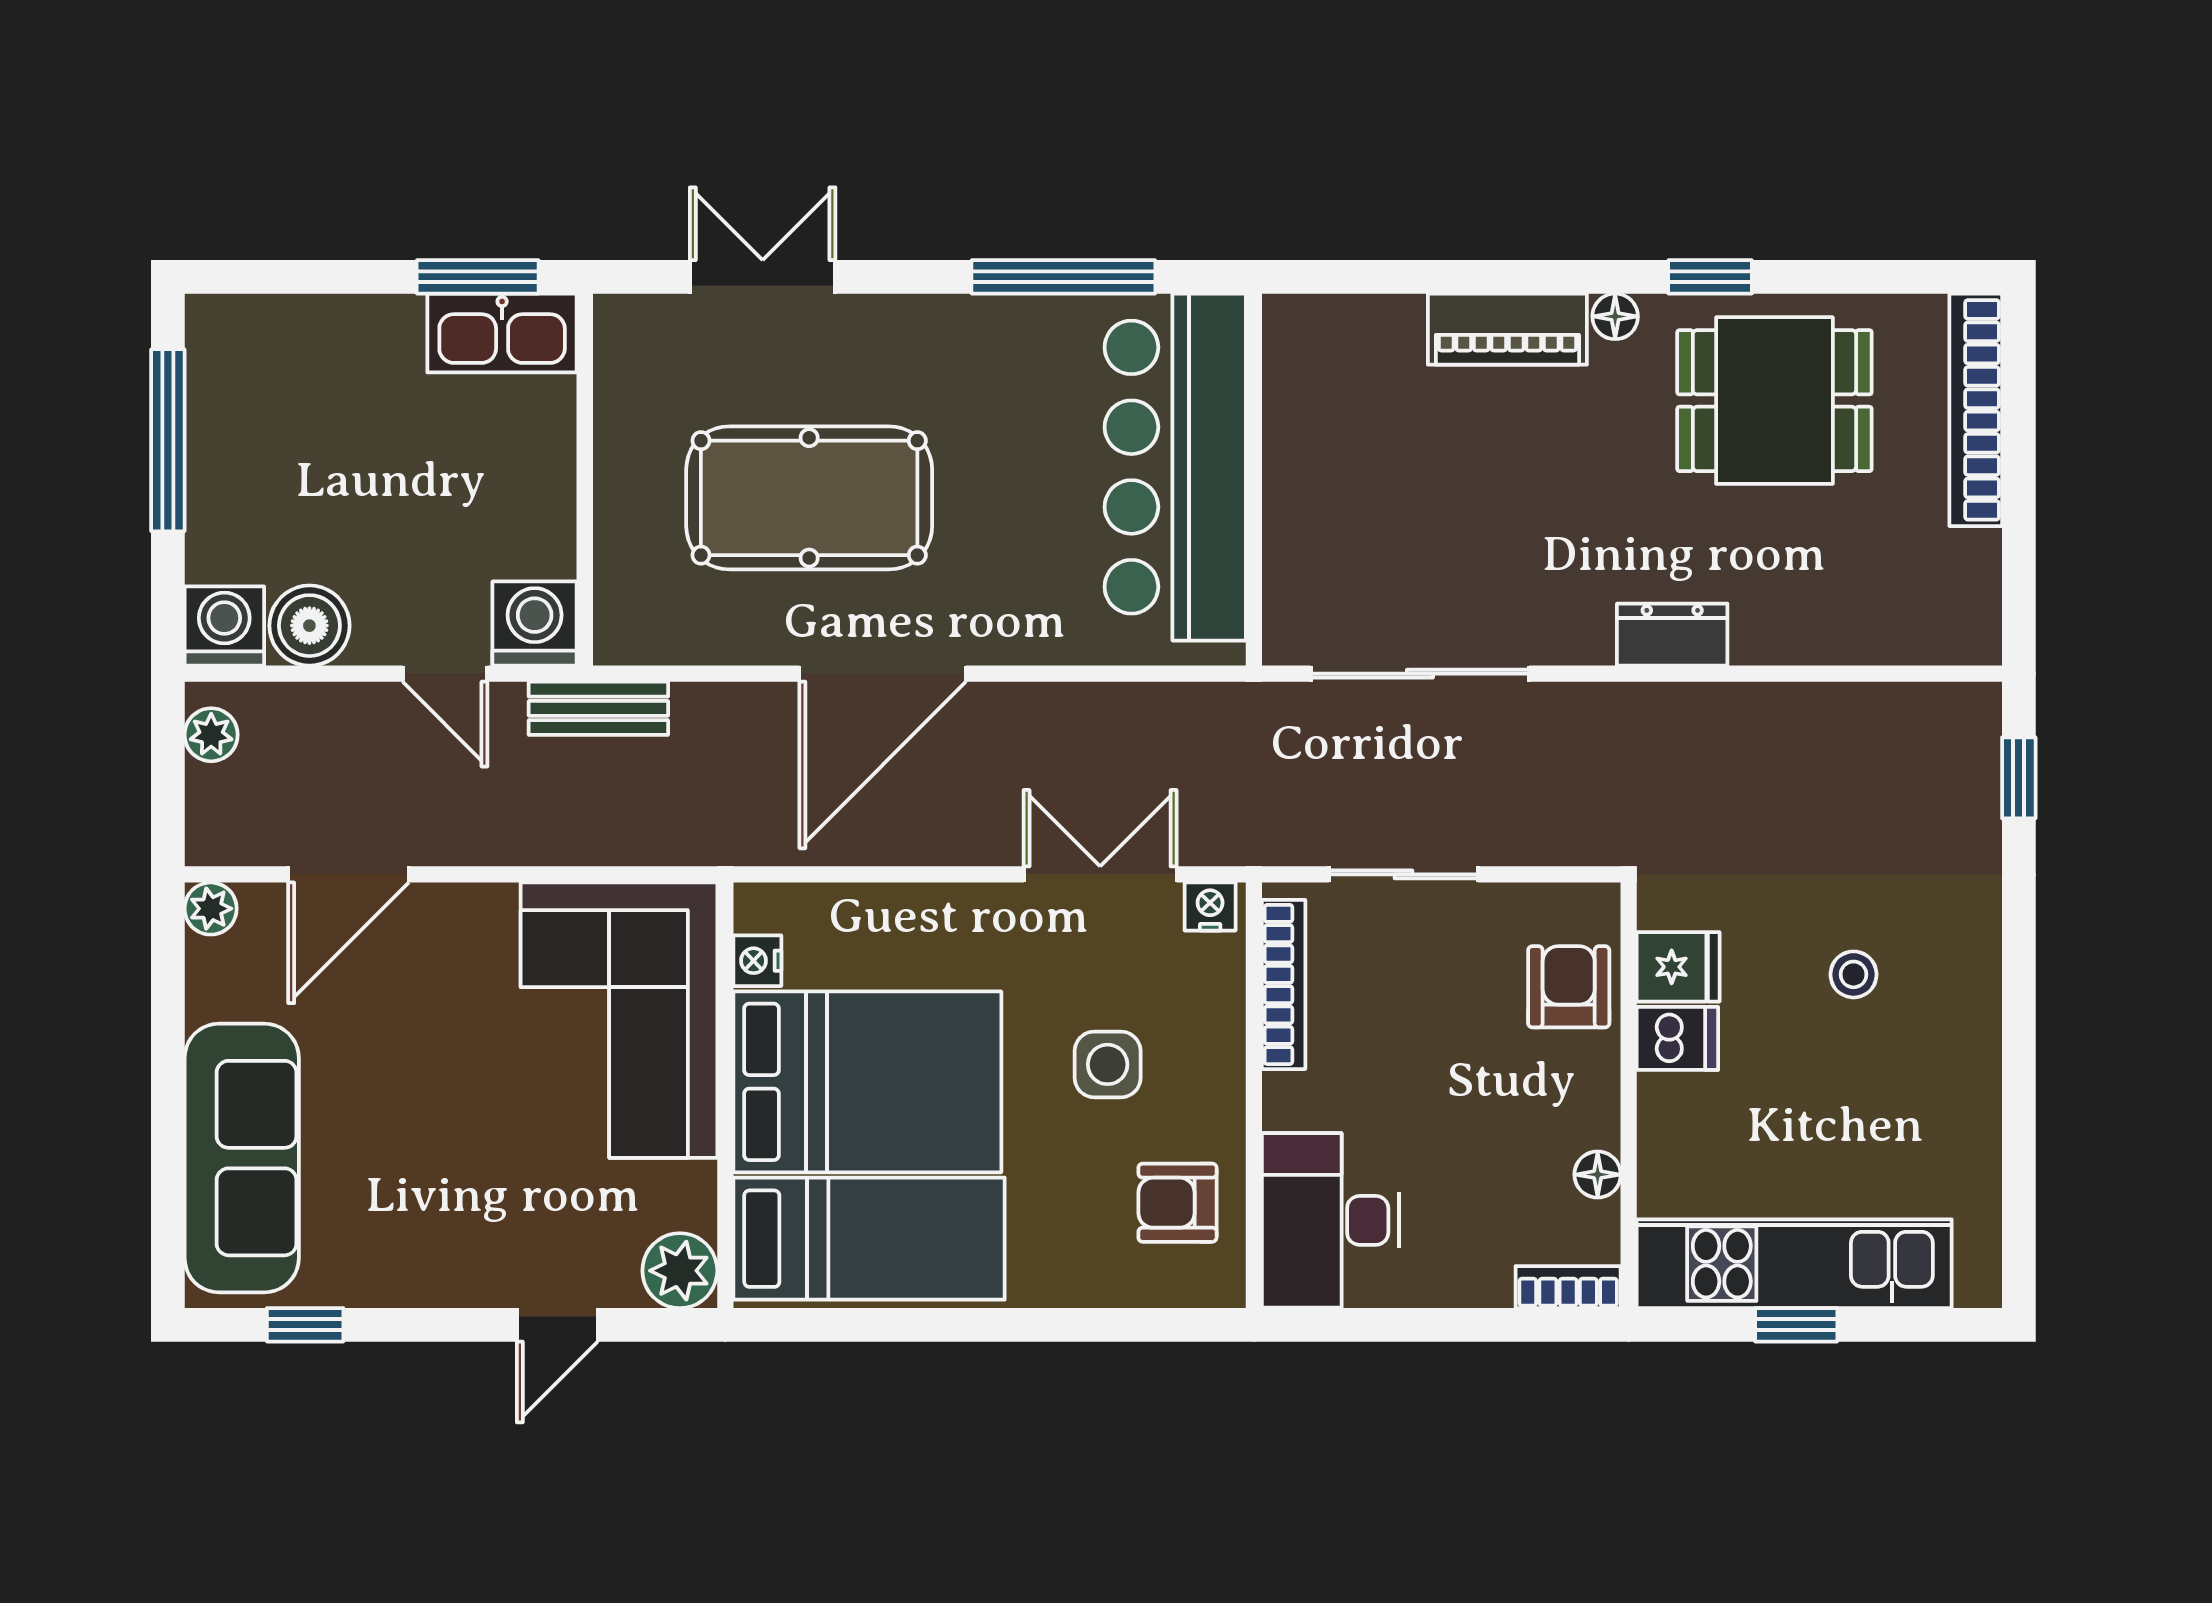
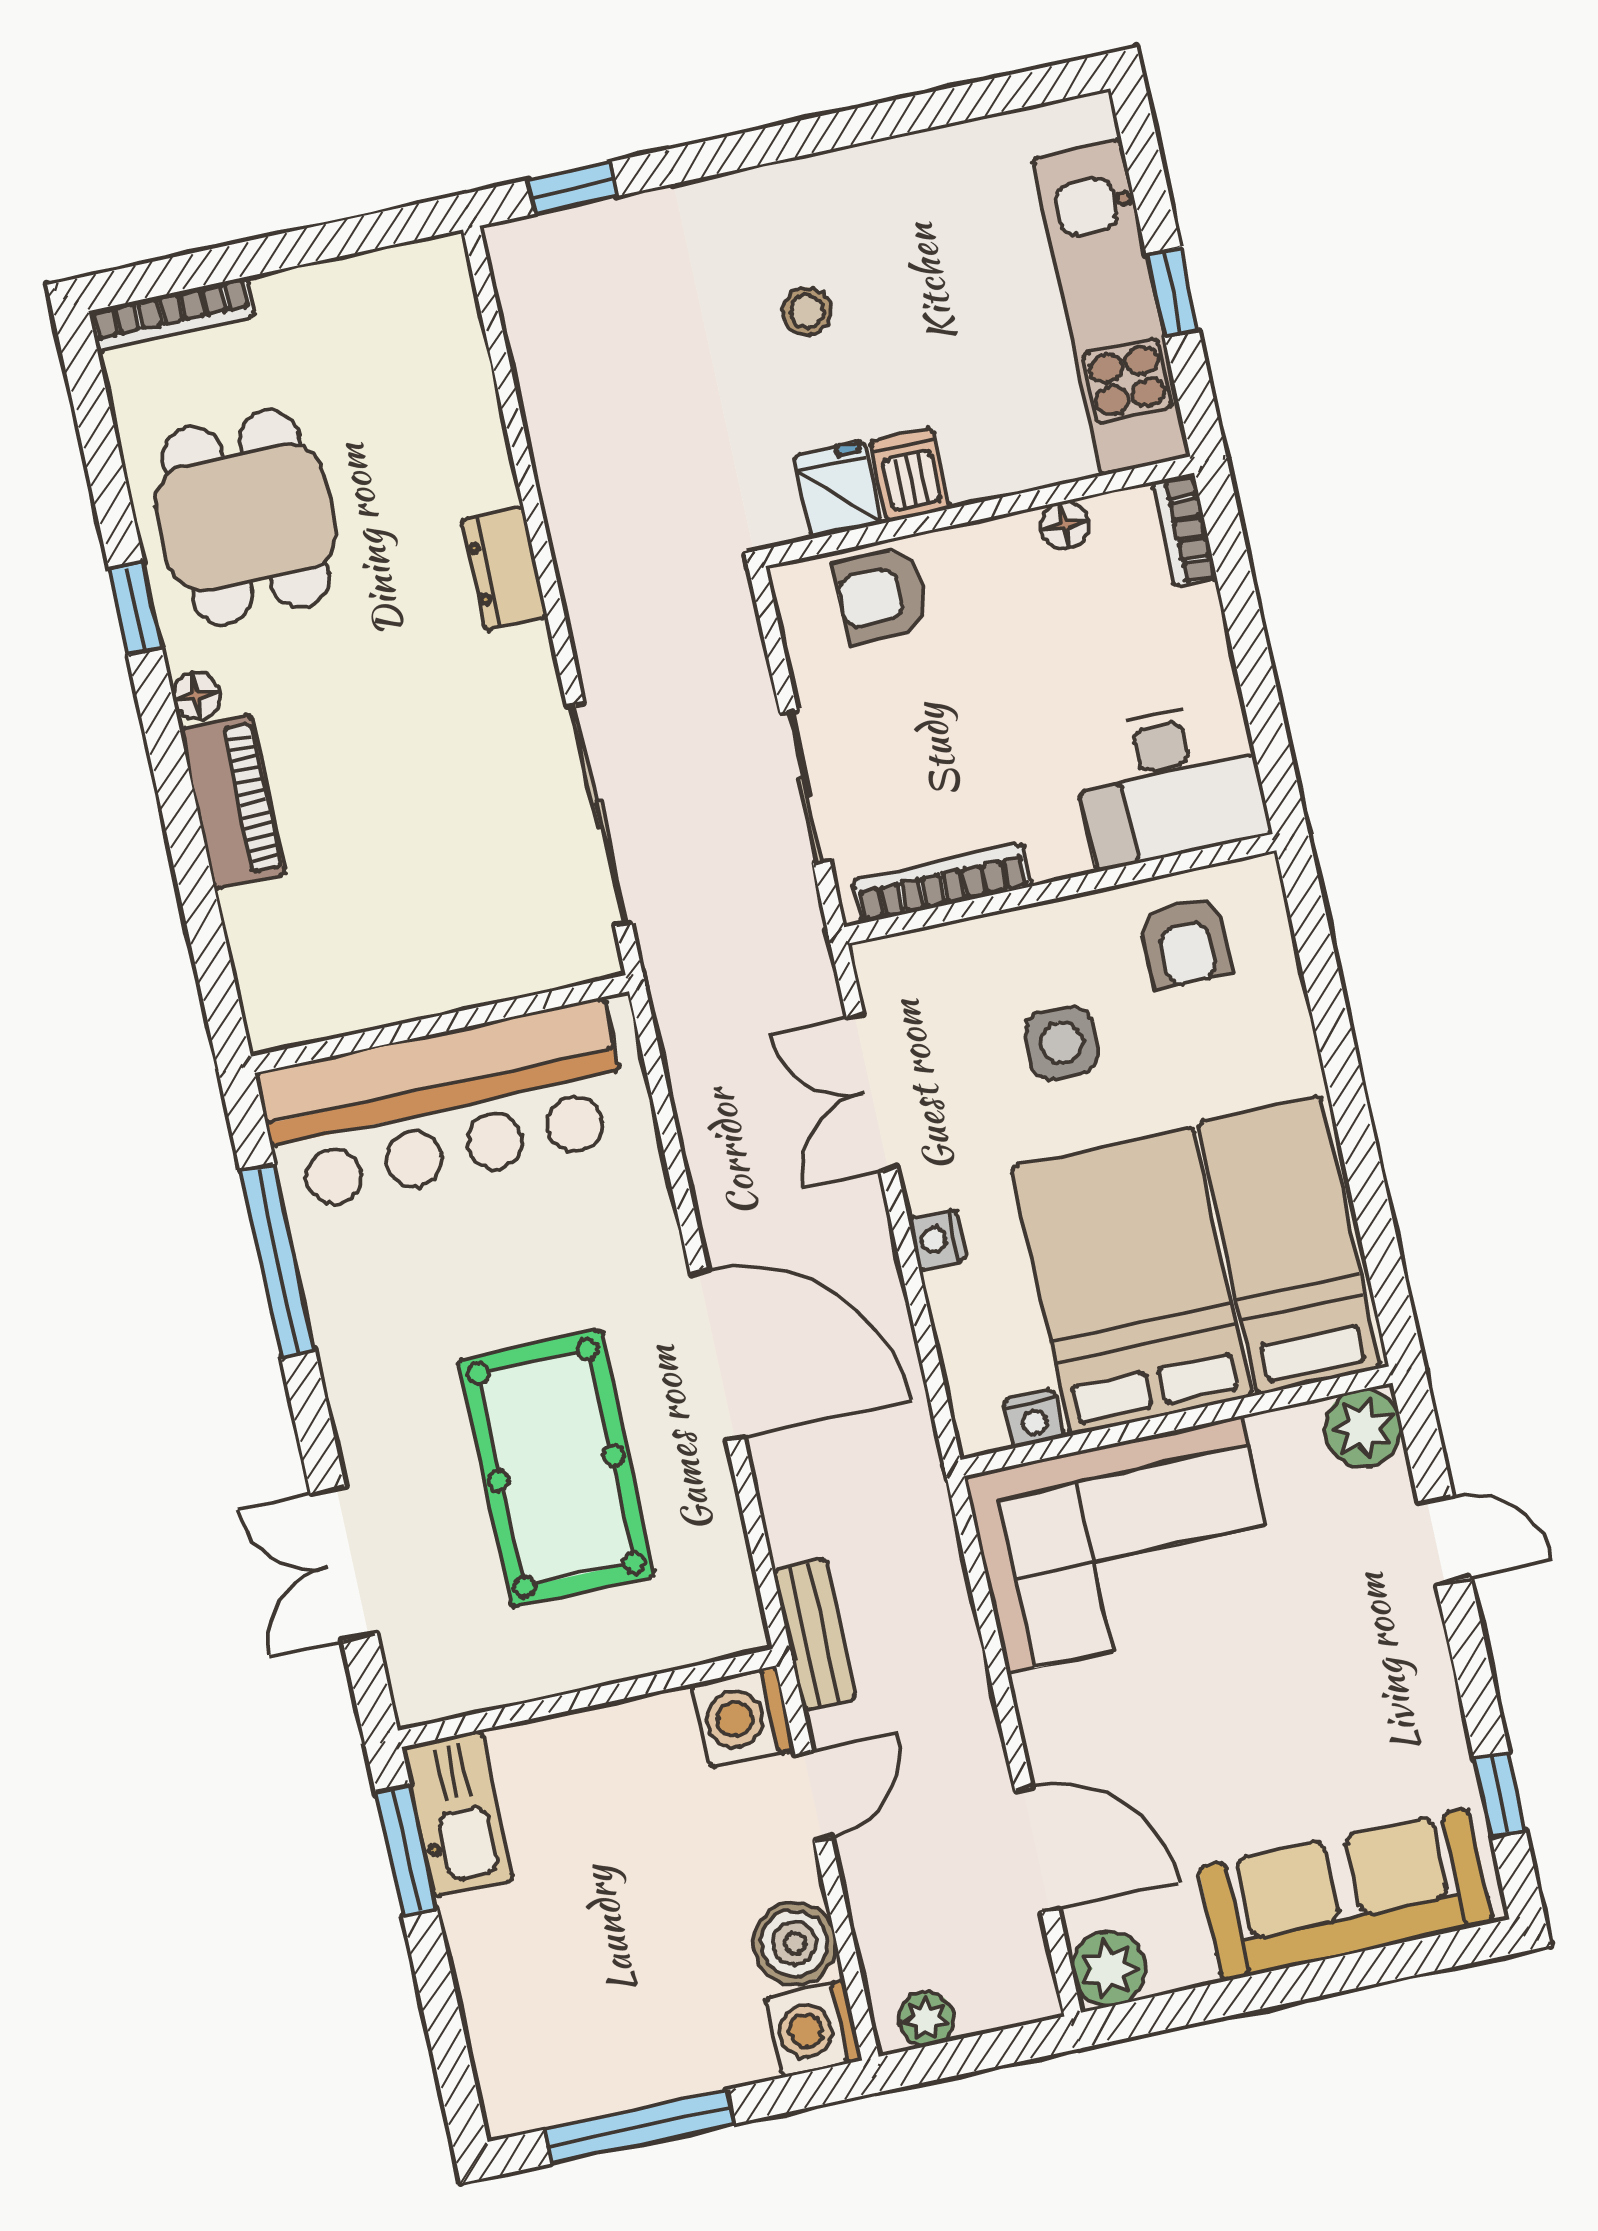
bookcase: (1976, 410) -> (172, 314), width x0.68, depth x0.76
nightstand: (1210, 907) -> (938, 1240), moved
plant: (211, 909) -> (1109, 1969), width x1.38, depth x1.38

